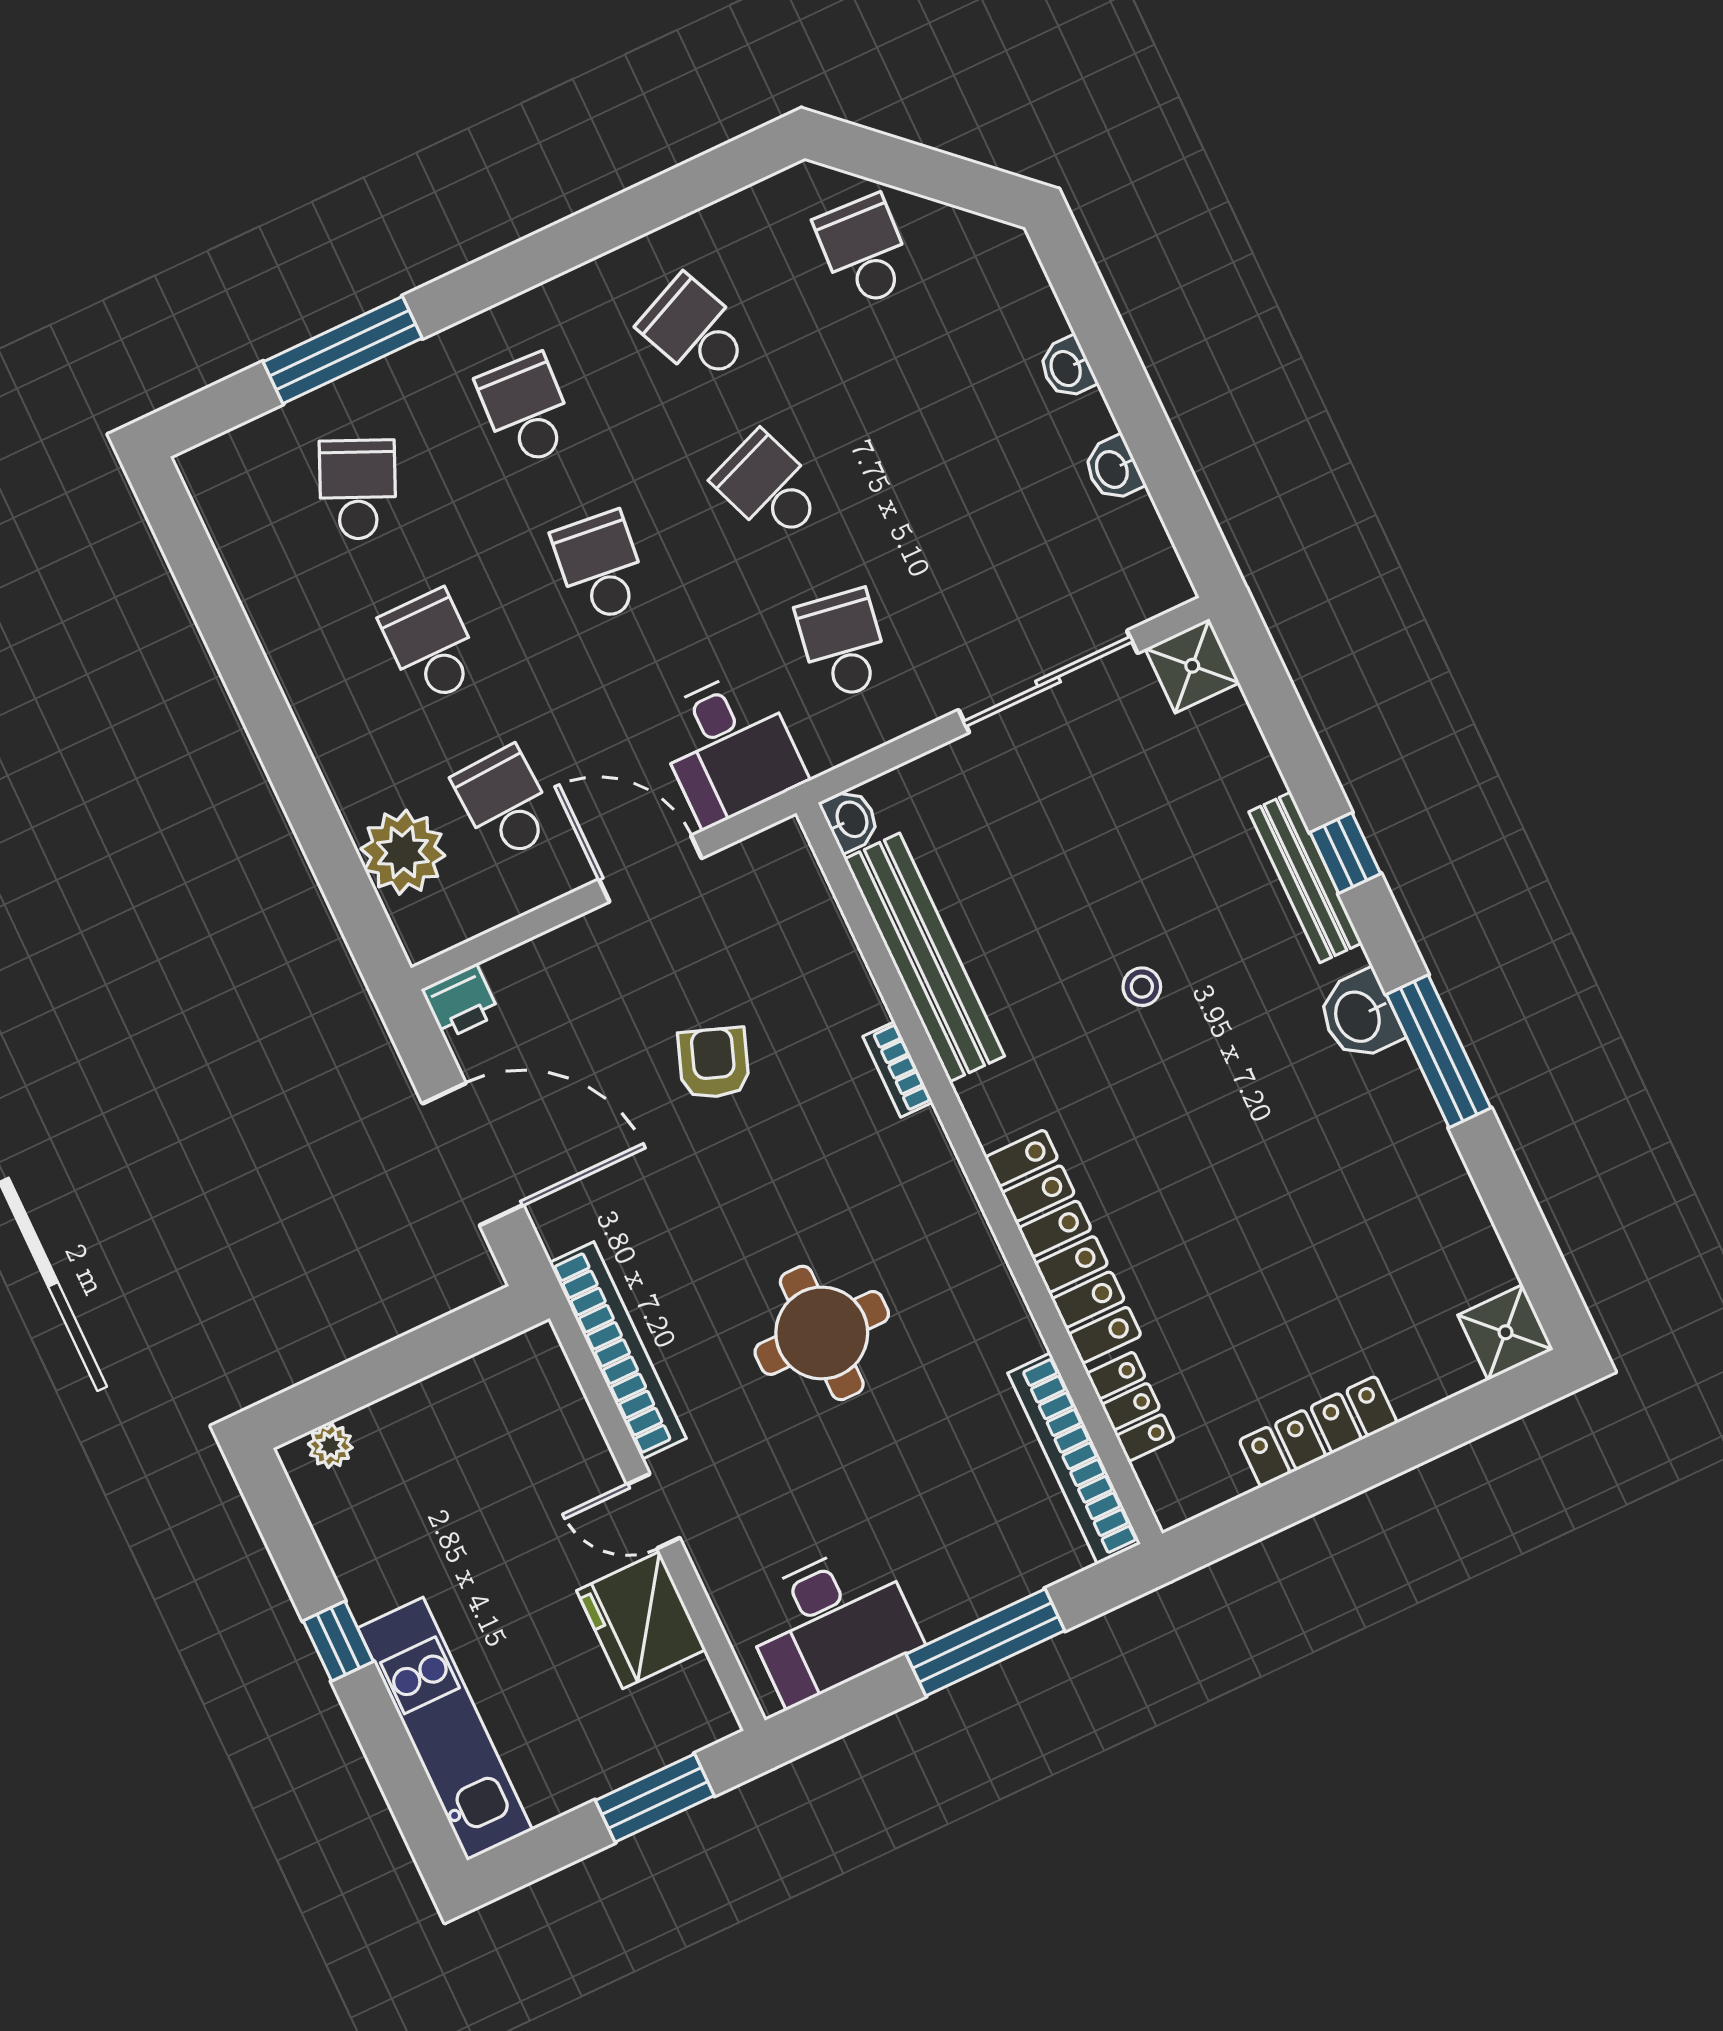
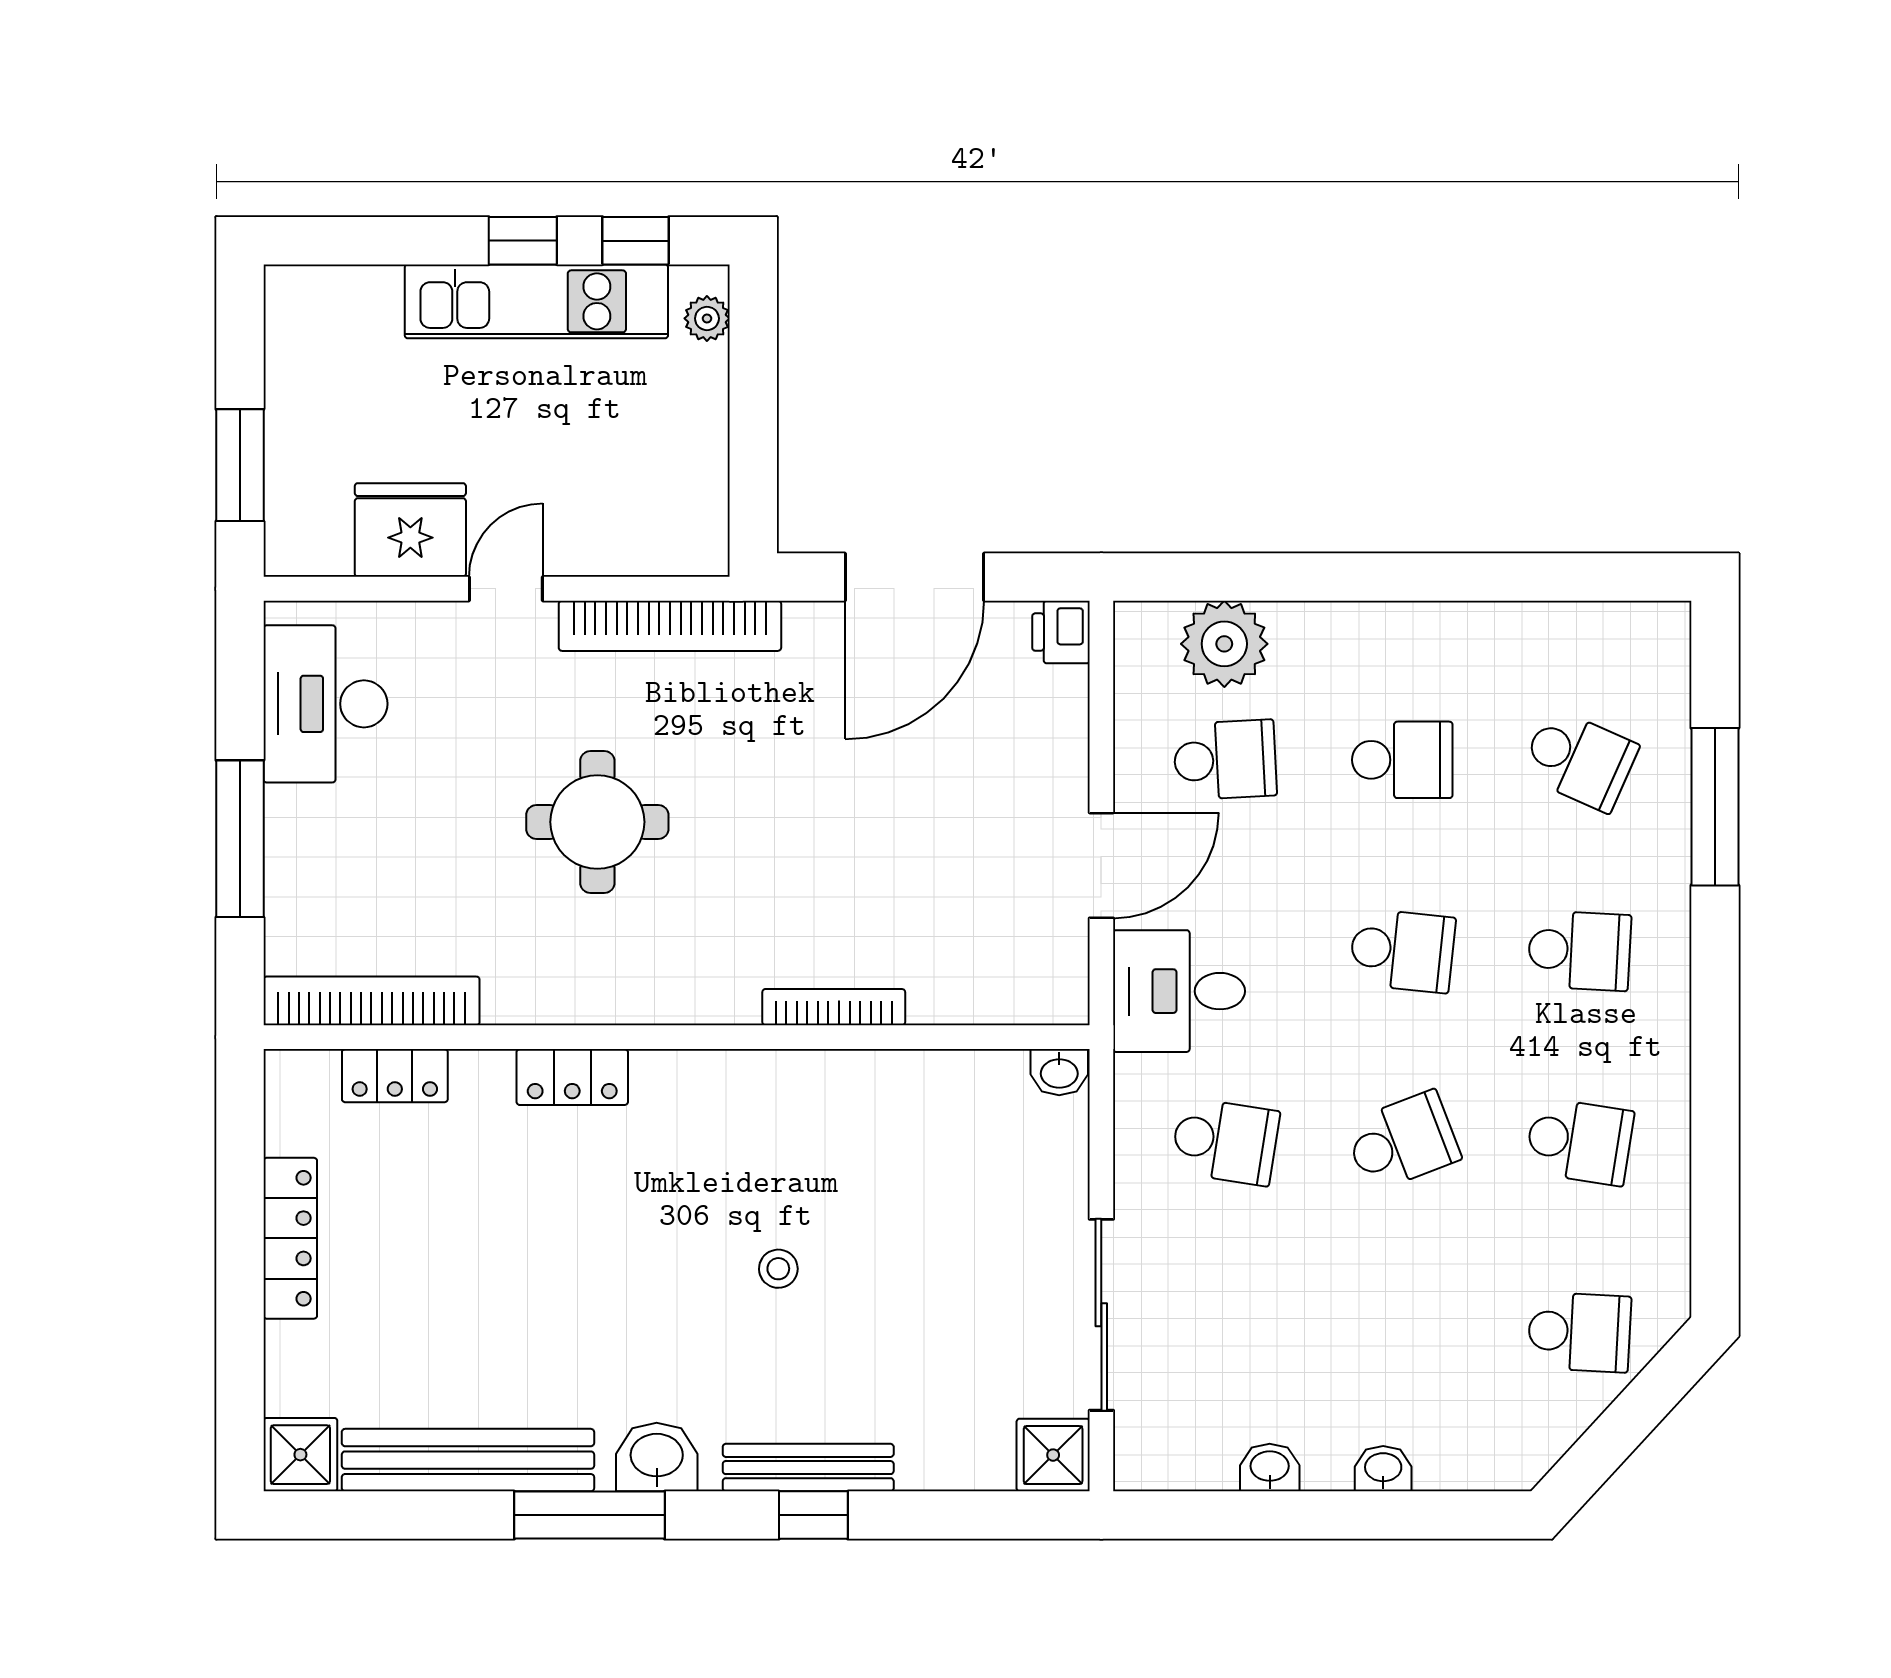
school desk: (695, 331) -> (1579, 1141), turned 33
bench: (924, 958) -> (468, 1460), moved
armchair: (714, 1063) -> (894, 839), removed
bookcase: (898, 1069) -> (834, 1007), width x1.56
locker: (1063, 1247) -> (572, 1077), width x0.46, depth x0.83
window: (291, 1541) -> (636, 241), added
kitchen unit: (445, 1729) -> (536, 301), moved

